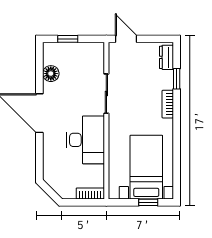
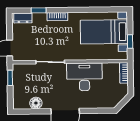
window: (68, 39) -> (10, 78), moved
window: (148, 202) -> (130, 41), moved

